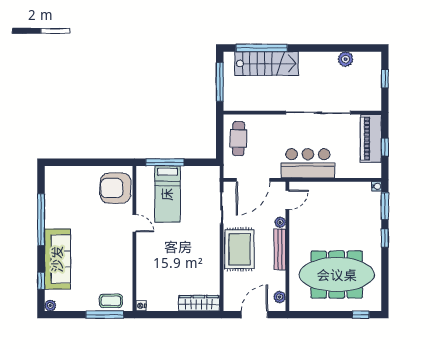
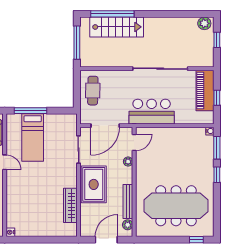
plant: (346, 59) -> (204, 23), moved
bench: (280, 249) -> (128, 202), moved
wardrobe: (199, 303) -> (70, 205), moved, turned -90

